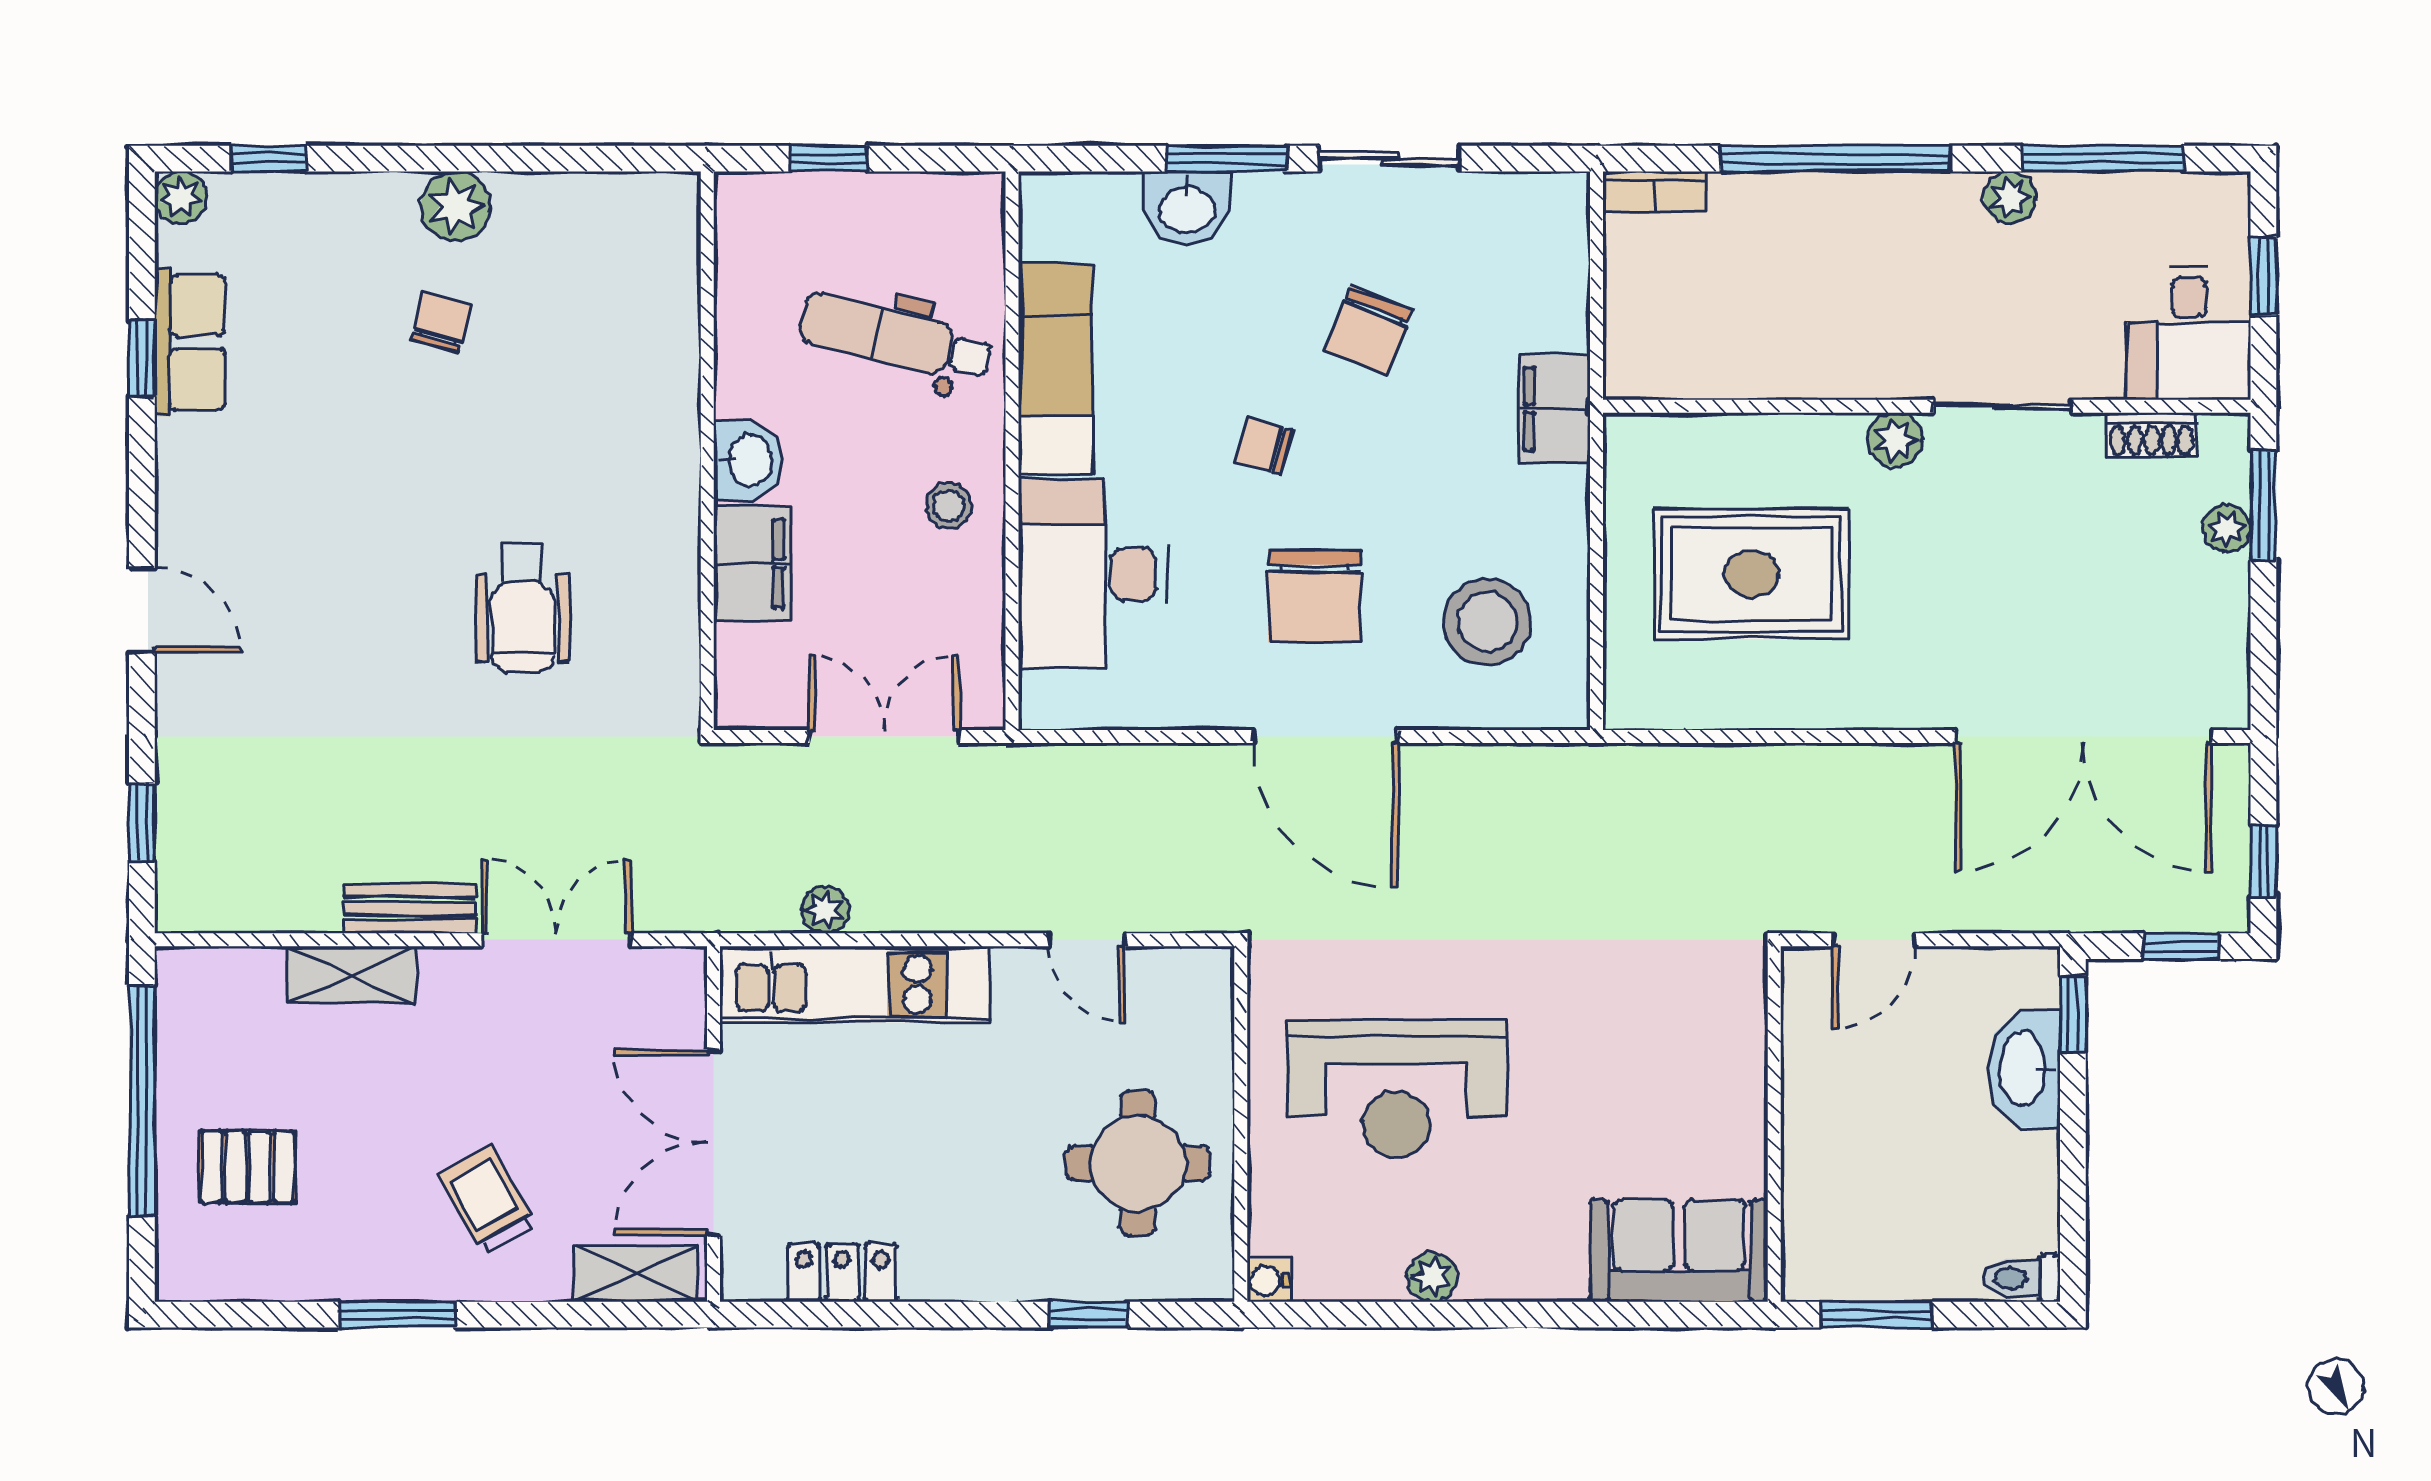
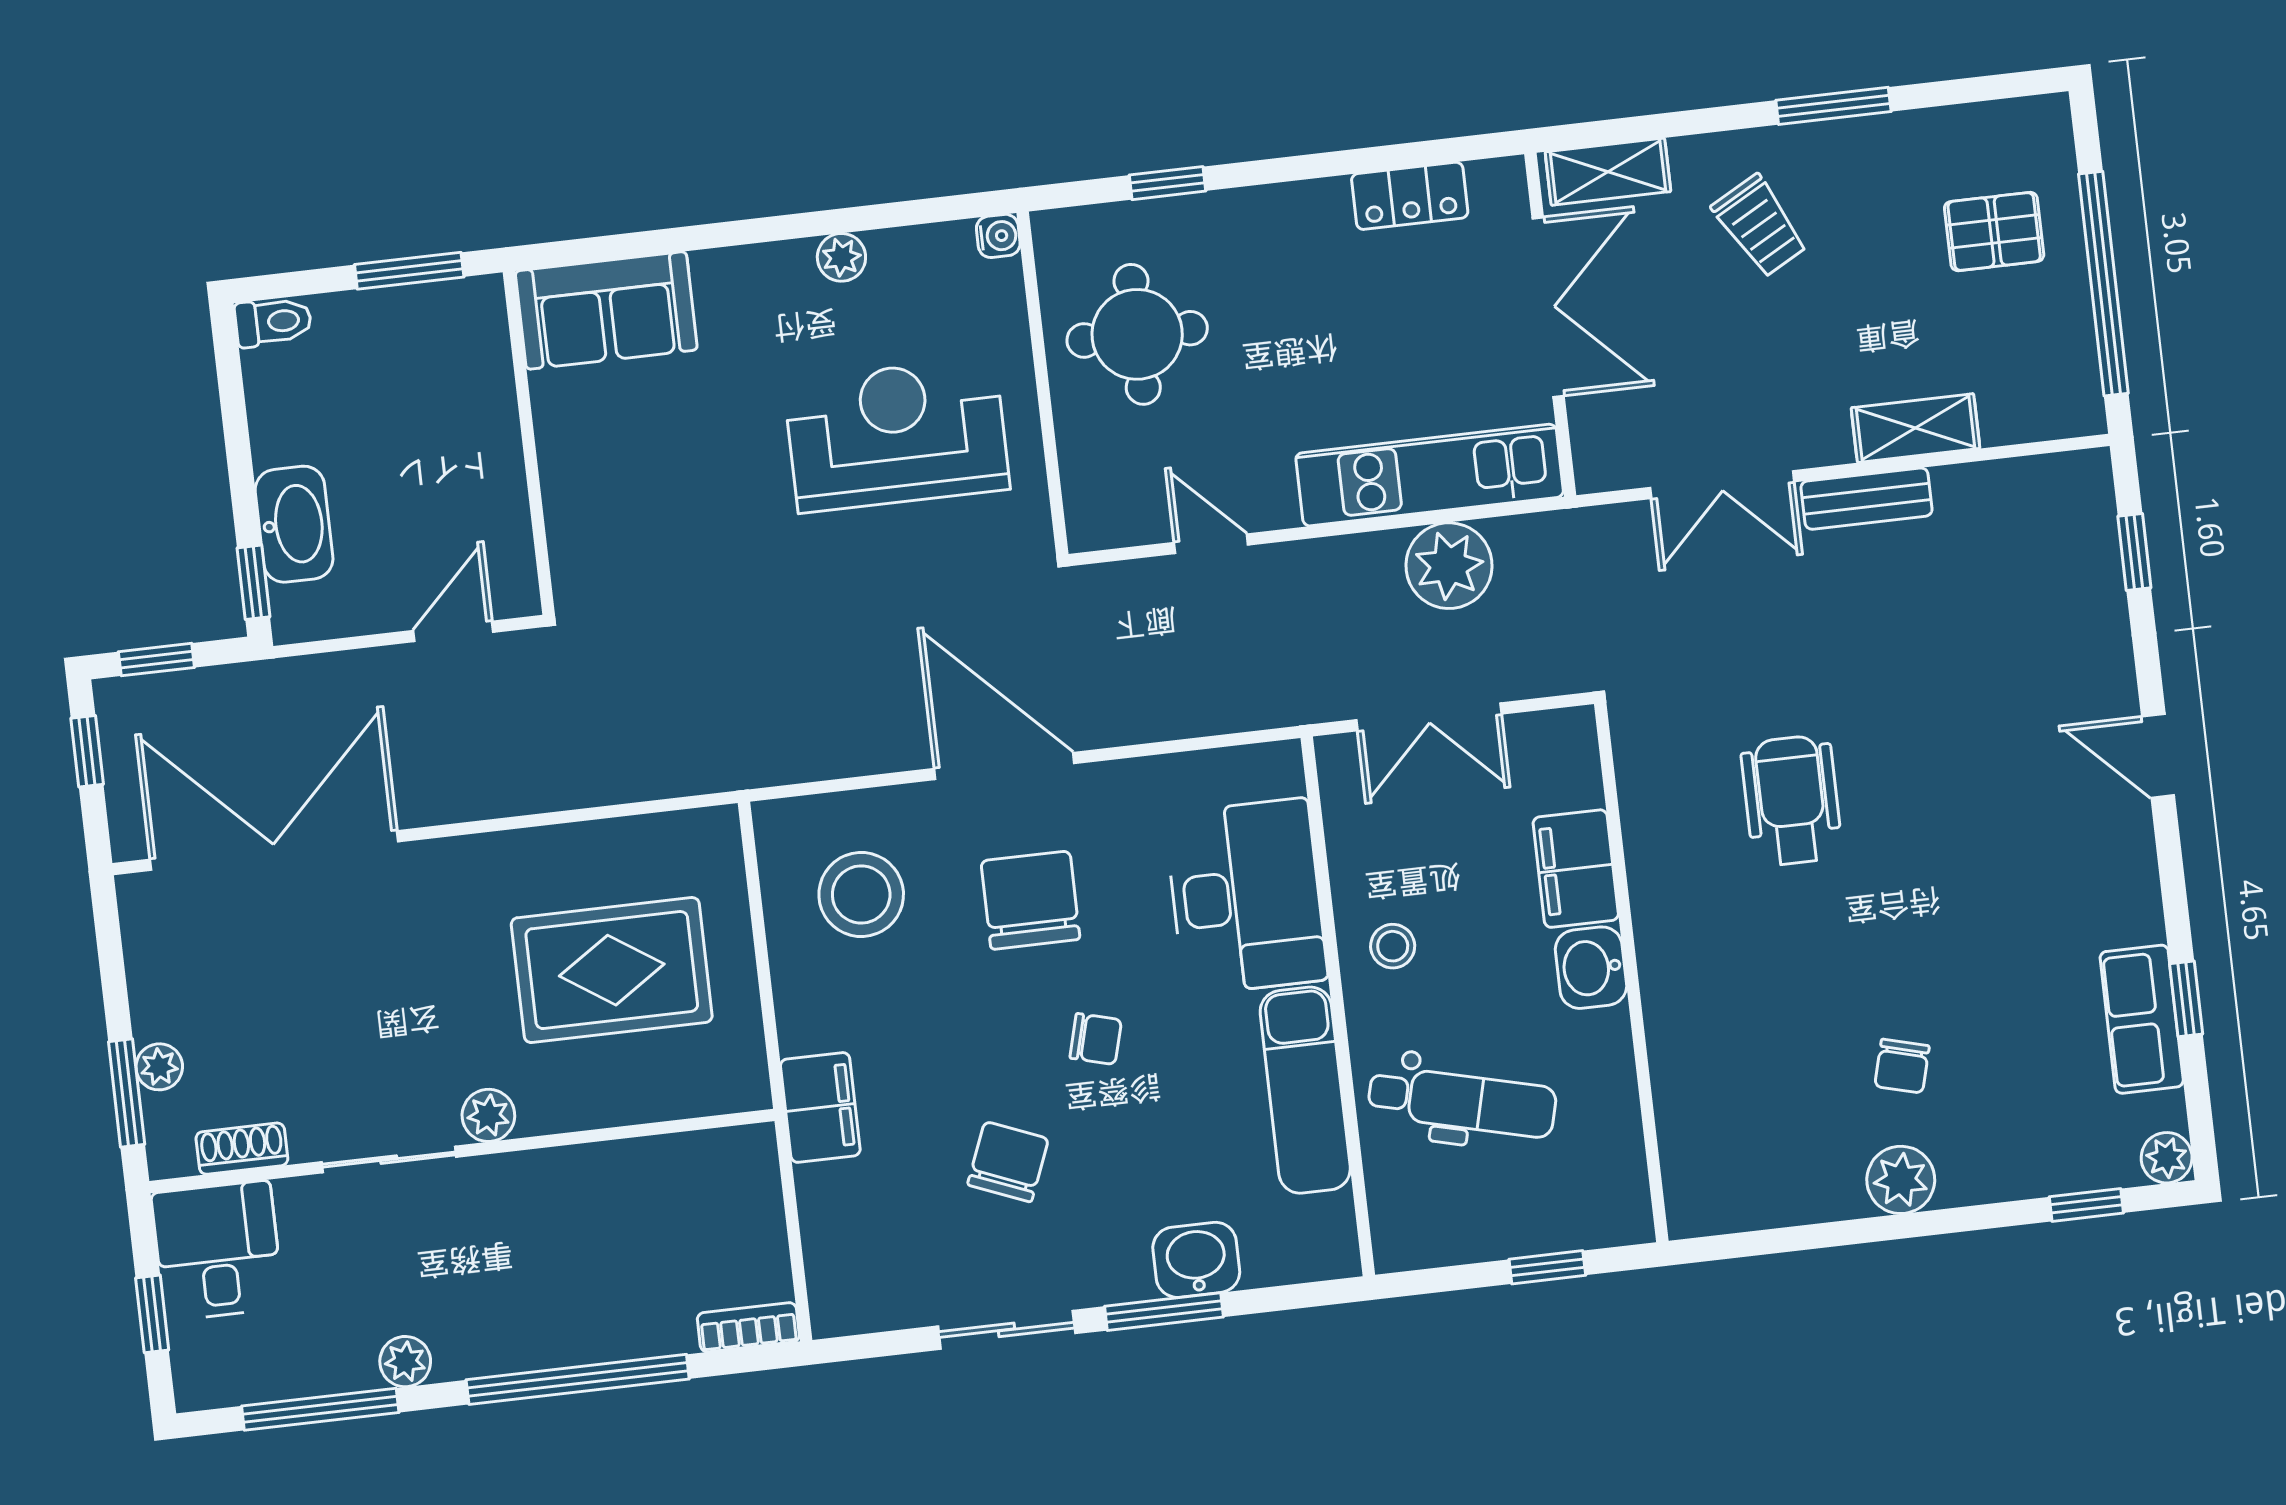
plant: (825, 910) -> (1449, 566), width x1.88, depth x1.88

